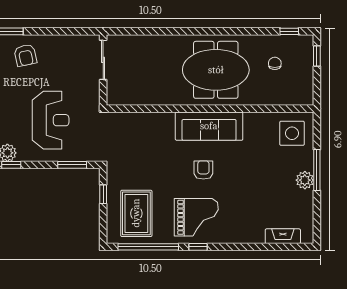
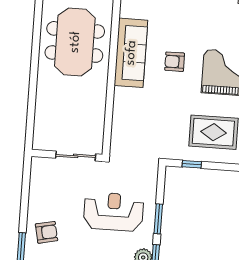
sliding door: (103, 60) -> (76, 156), moved
window: (72, 165) -> (158, 219), moved

